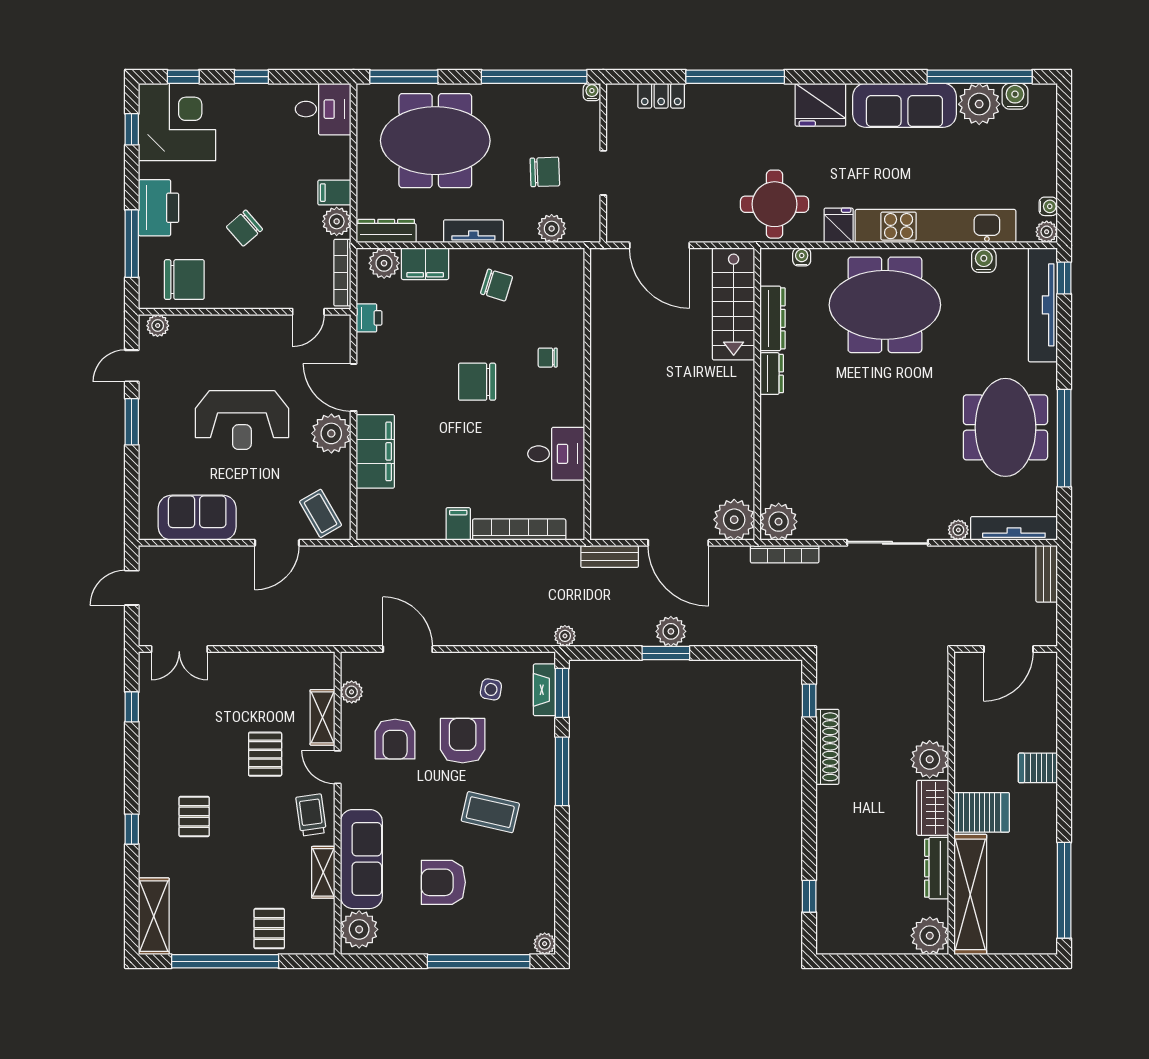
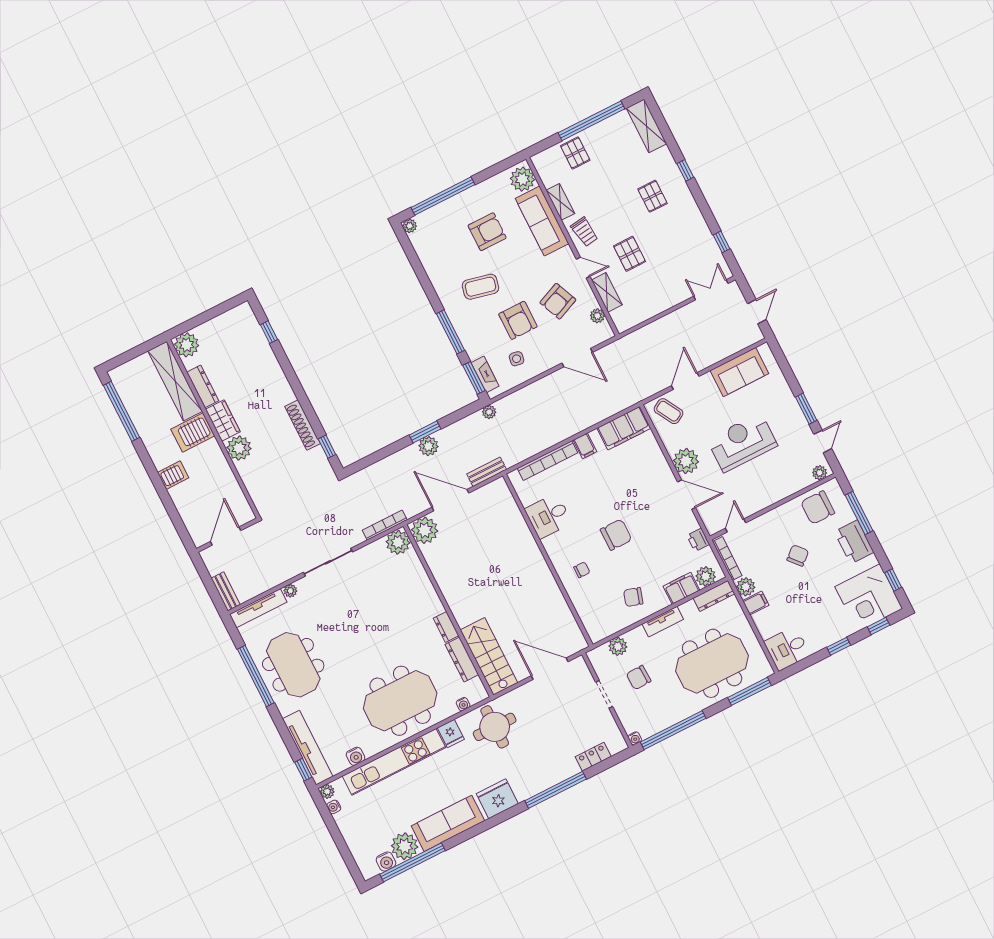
filing cabinet: (375, 451) -> (624, 428), moved, turned -90
armchair: (395, 739) -> (558, 301), turned -113

